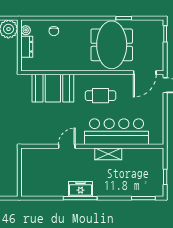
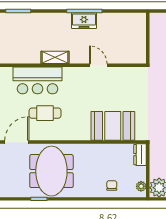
dresser: (27, 47) -> (140, 155), moved
cafe table: (101, 96) -> (45, 113), moved
bar counter: (117, 132) -> (38, 80), width x0.73
door: (67, 146) -> (98, 65), swing flipped

